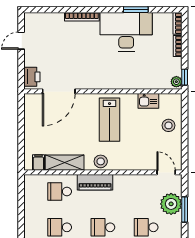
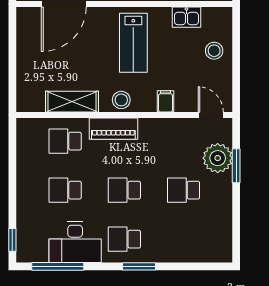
filing cabinet: (38, 162) -> (166, 101), moved

